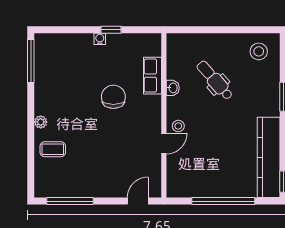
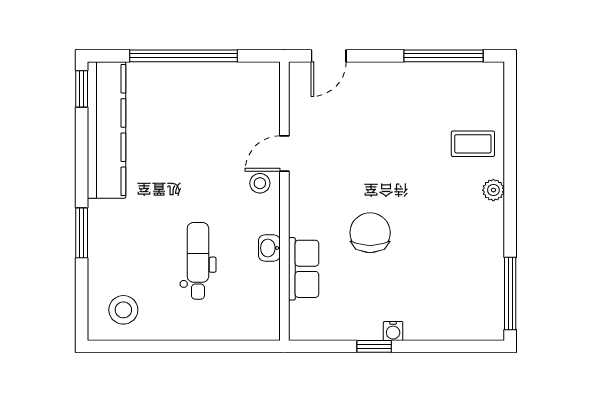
dental chair: (215, 80) -> (198, 261), turned -139
chair: (113, 97) -> (370, 233), turned 180

